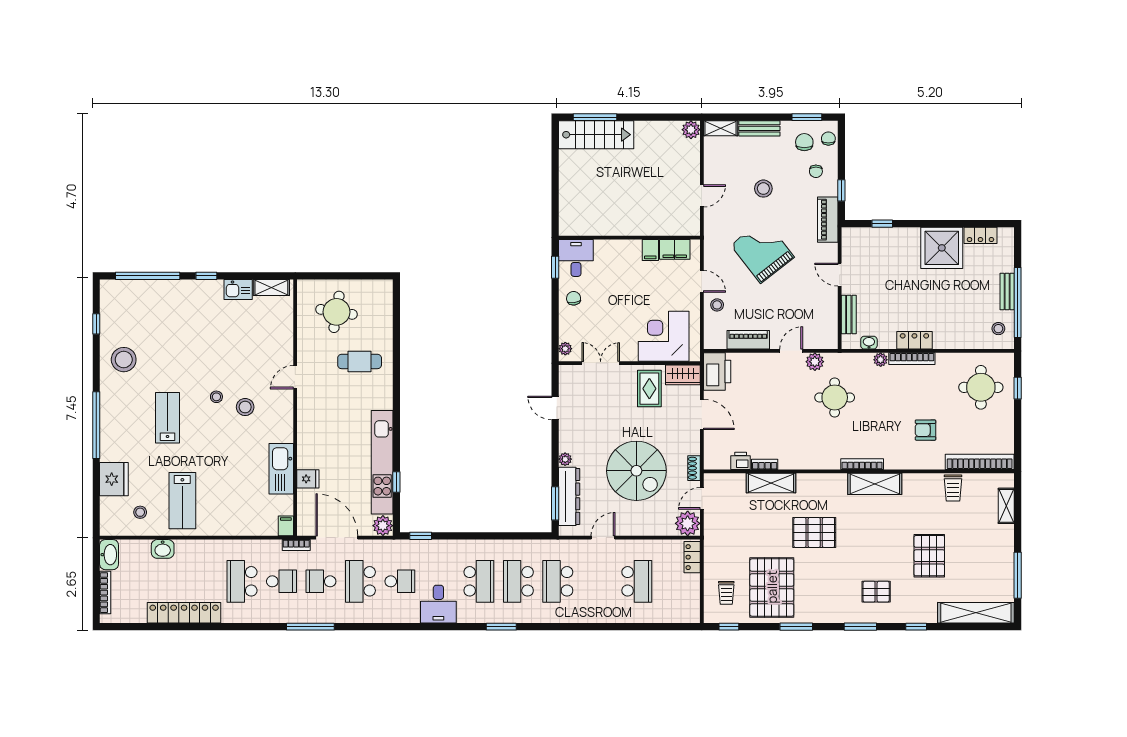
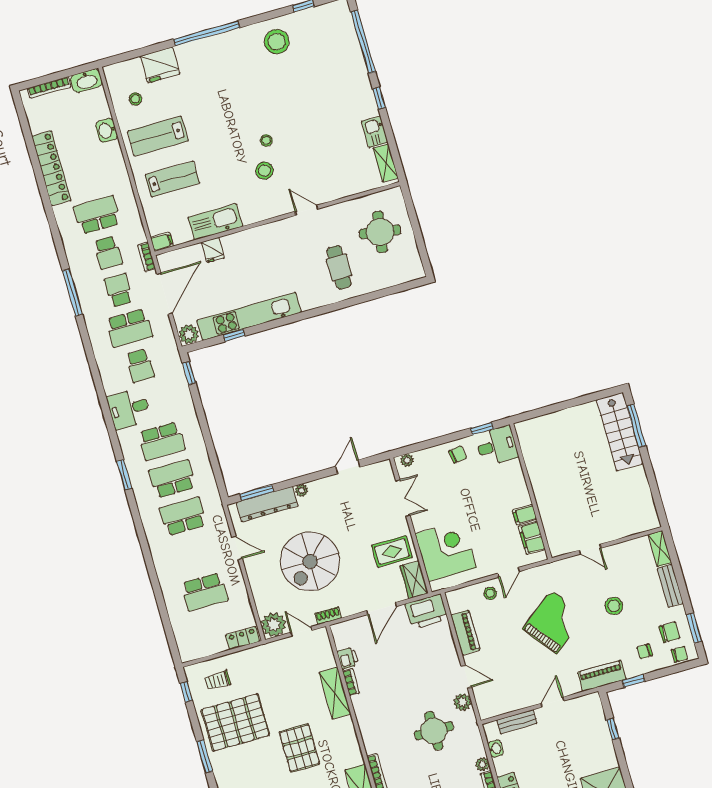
plant: (691, 130) -> (650, 521), removed
lab bench: (168, 418) -> (172, 179), moved
school desk: (360, 581) -> (129, 328), turned 180

